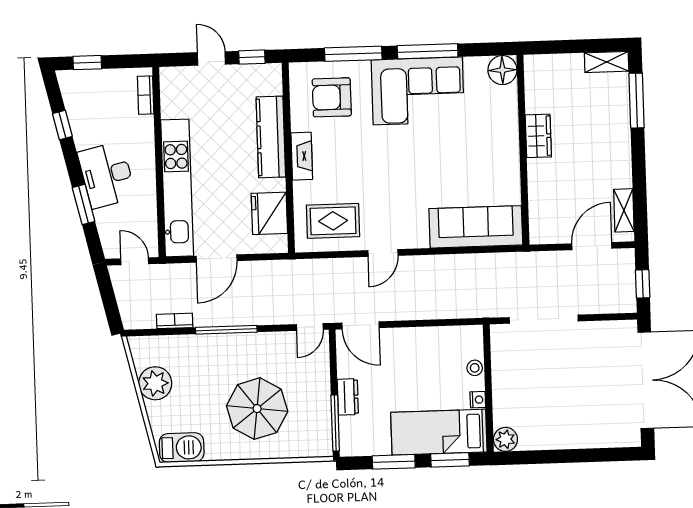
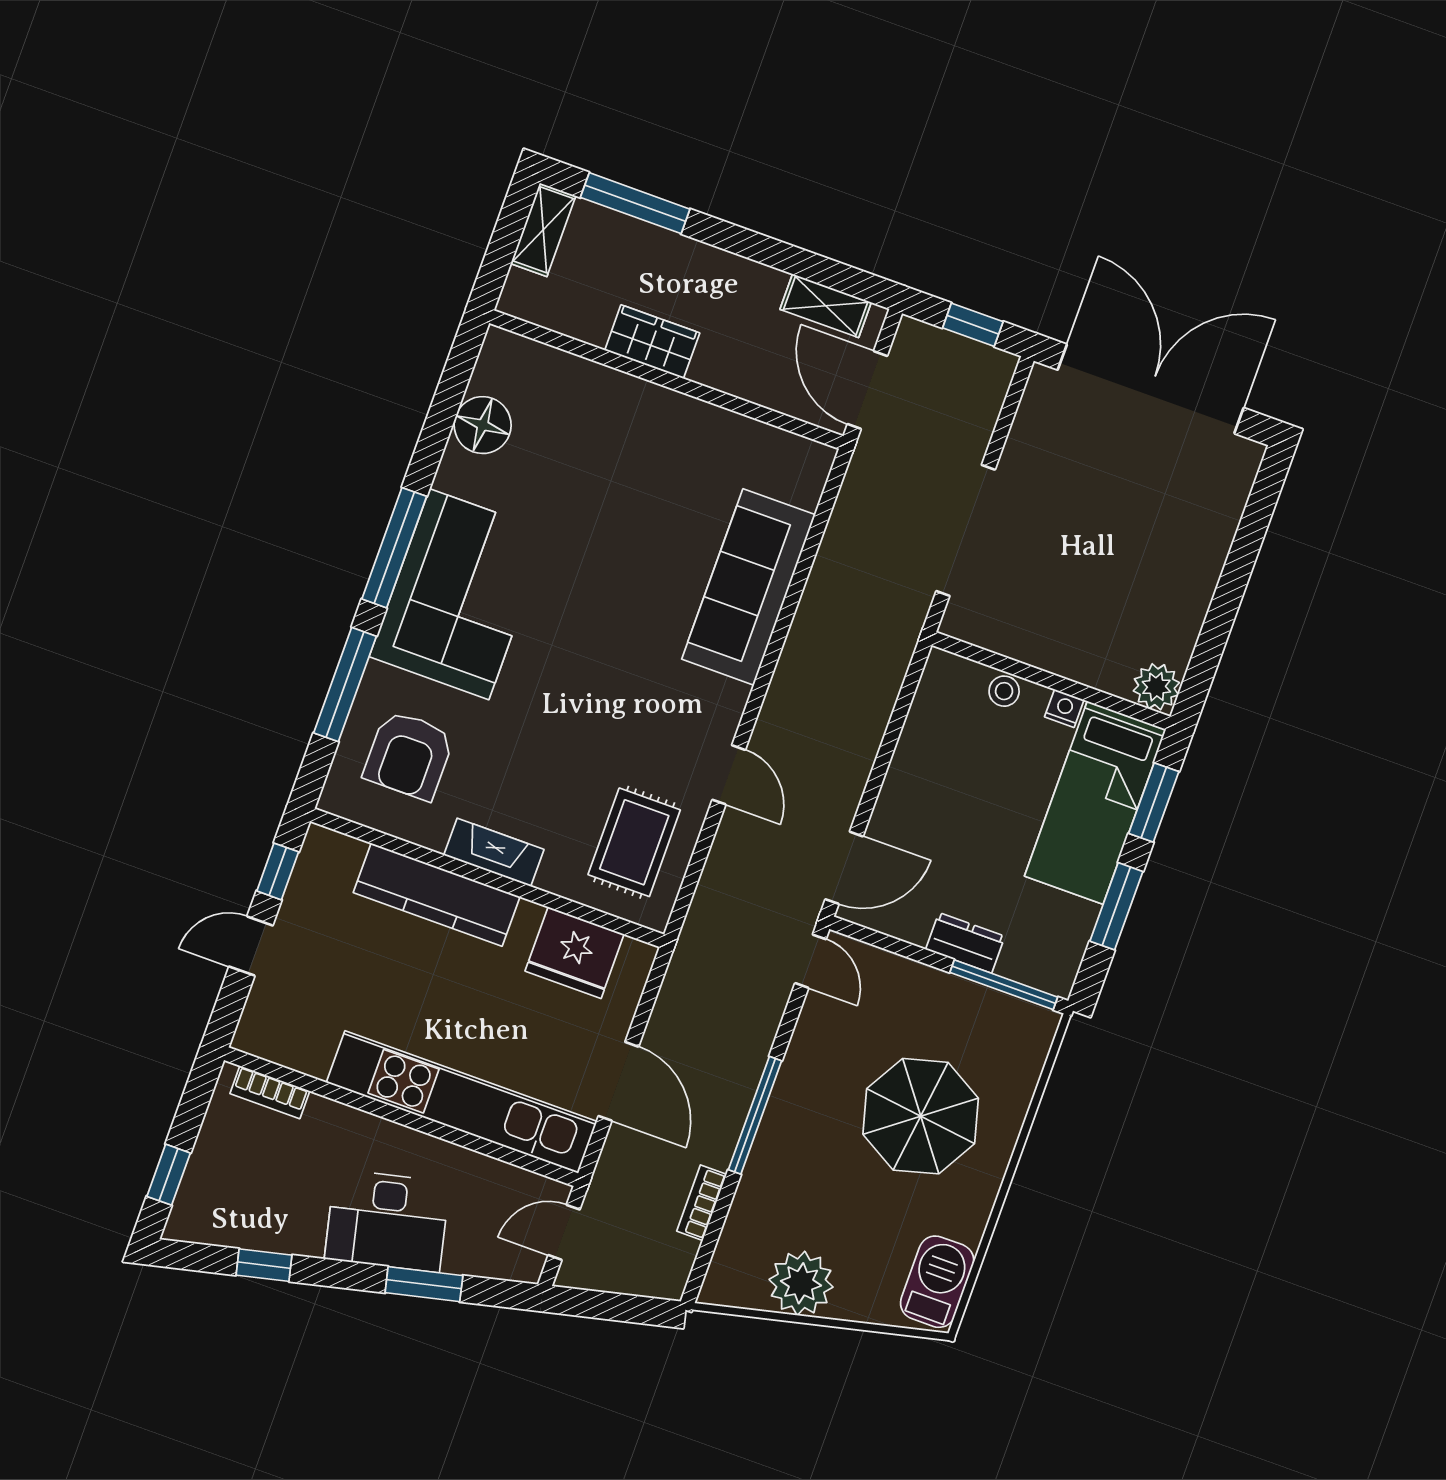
wardrobe: (538, 136) -> (652, 342), moved
wall: (523, 150) -> (666, 380), moved

